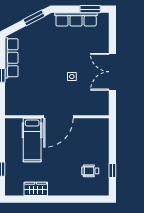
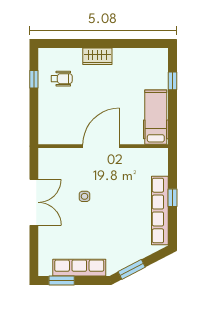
row of seats: (11, 58) -> (160, 211), width x1.36
hospital bed: (32, 140) -> (156, 117), moved
wardrobe: (36, 189) -> (97, 56), moved

